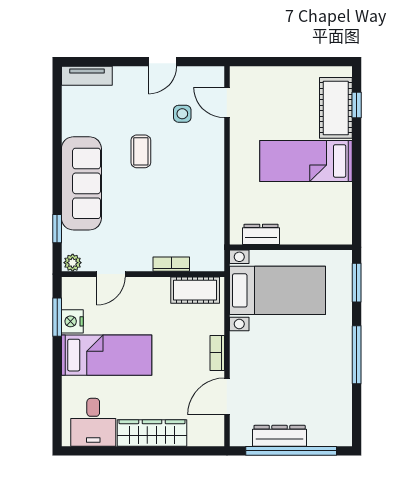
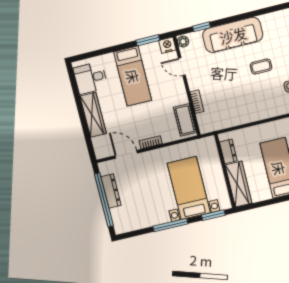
wardrobe: (317, 231) -> (238, 184), added
bed with nightstands: (278, 290) -> (189, 188), moved, turned 180
nightstand: (72, 321) -> (167, 45), moved

